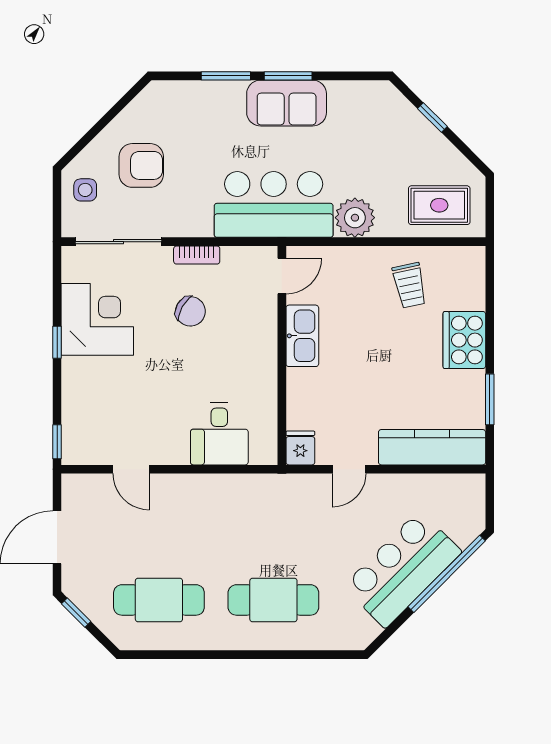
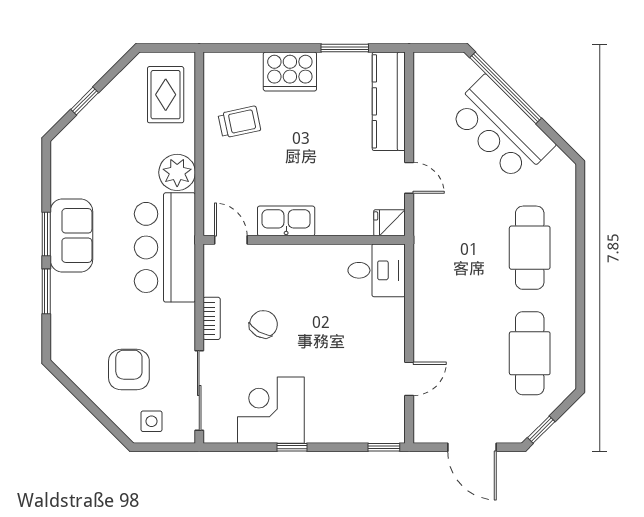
desk: (219, 434) -> (377, 270), moved

